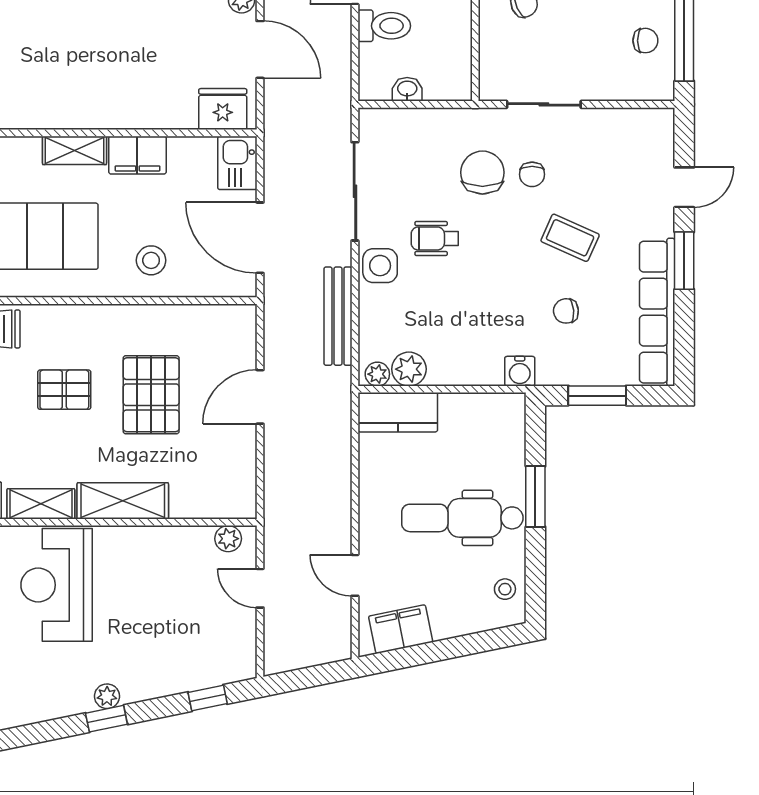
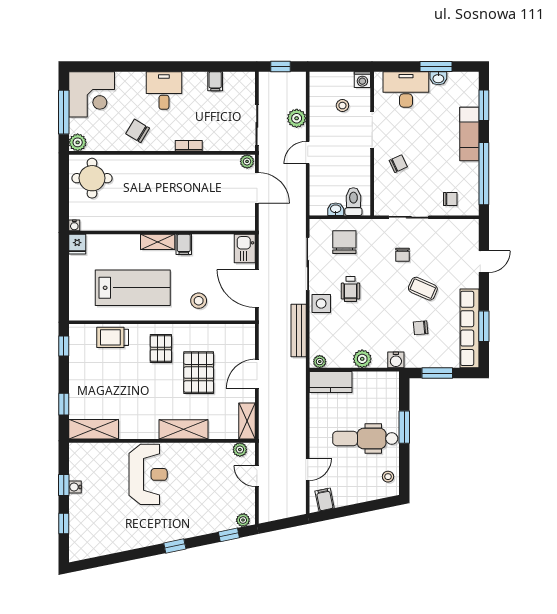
toilet: (384, 26) -> (353, 202), moved, turned -90
chair: (645, 41) -> (450, 199), moved
fridge: (223, 109) -> (237, 220), removed
filing cabinet: (137, 155) -> (184, 244), width x0.50
chair: (482, 172) -> (344, 242), moved
wheelchair: (435, 238) -> (350, 289), turned -90
window: (684, 261) -> (484, 326), moved
plant: (409, 369) -> (362, 359), moved
pallet: (64, 390) -> (161, 349), moved, turned 90
shelving: (41, 504) -> (247, 421), moved, turned 90
door: (355, 575) -> (308, 469), swing flipped
reception desk: (57, 585) -> (148, 474), turned 180
filing cabinet: (401, 629) -> (325, 500), width x0.50
plant: (107, 696) -> (243, 520), moved

